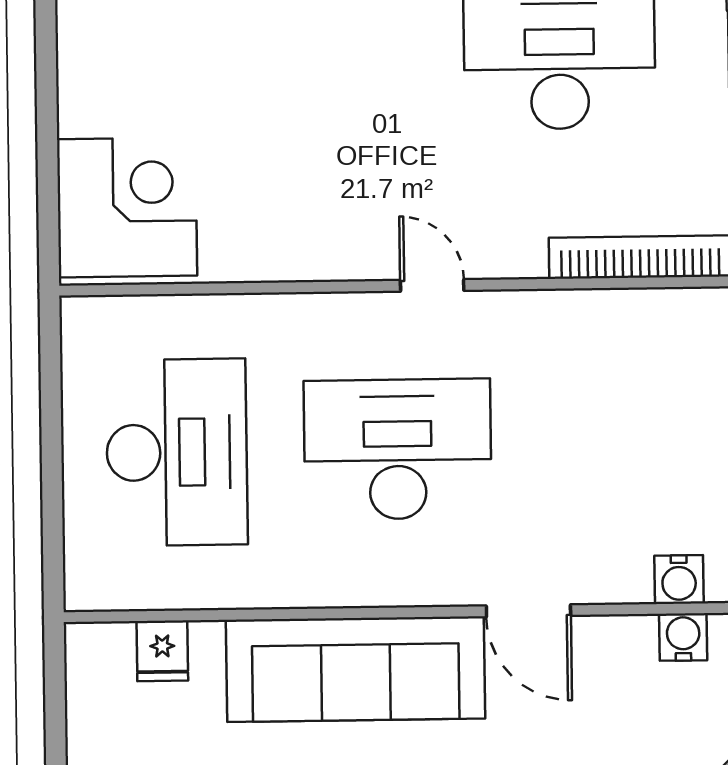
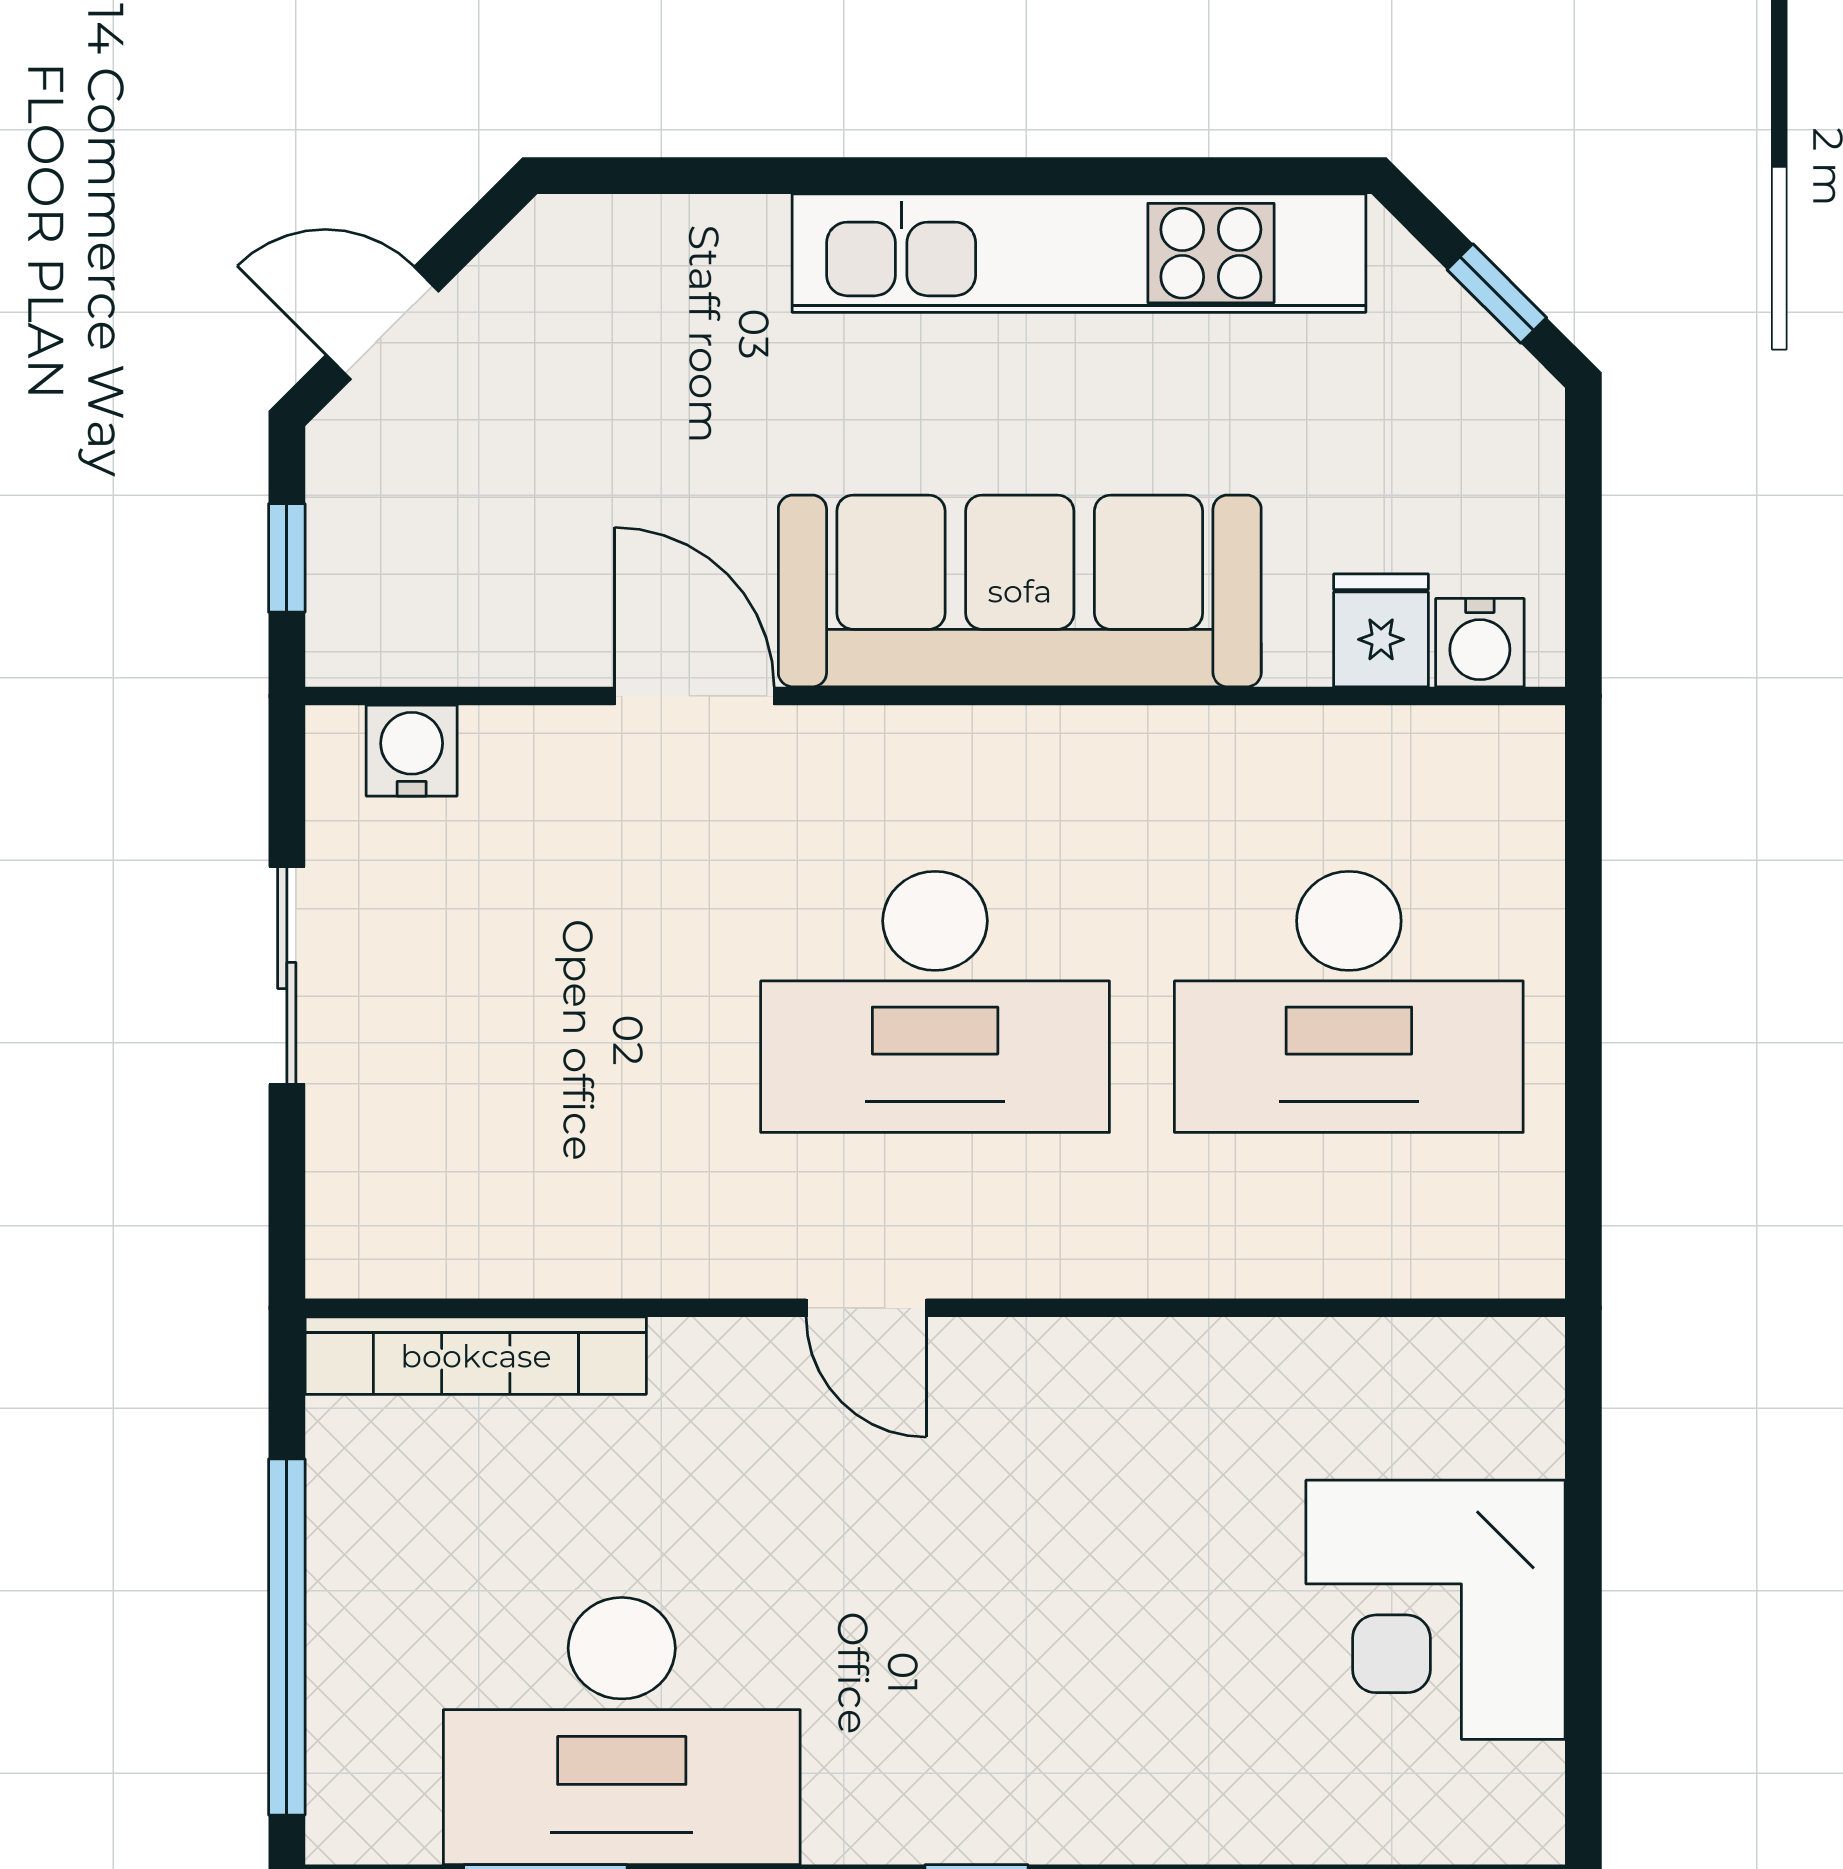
corner desk: (127, 207) -> (1435, 1610), moved
desk: (177, 452) -> (1349, 1002), turned -90
water cooler: (683, 637) -> (1480, 643), moved

